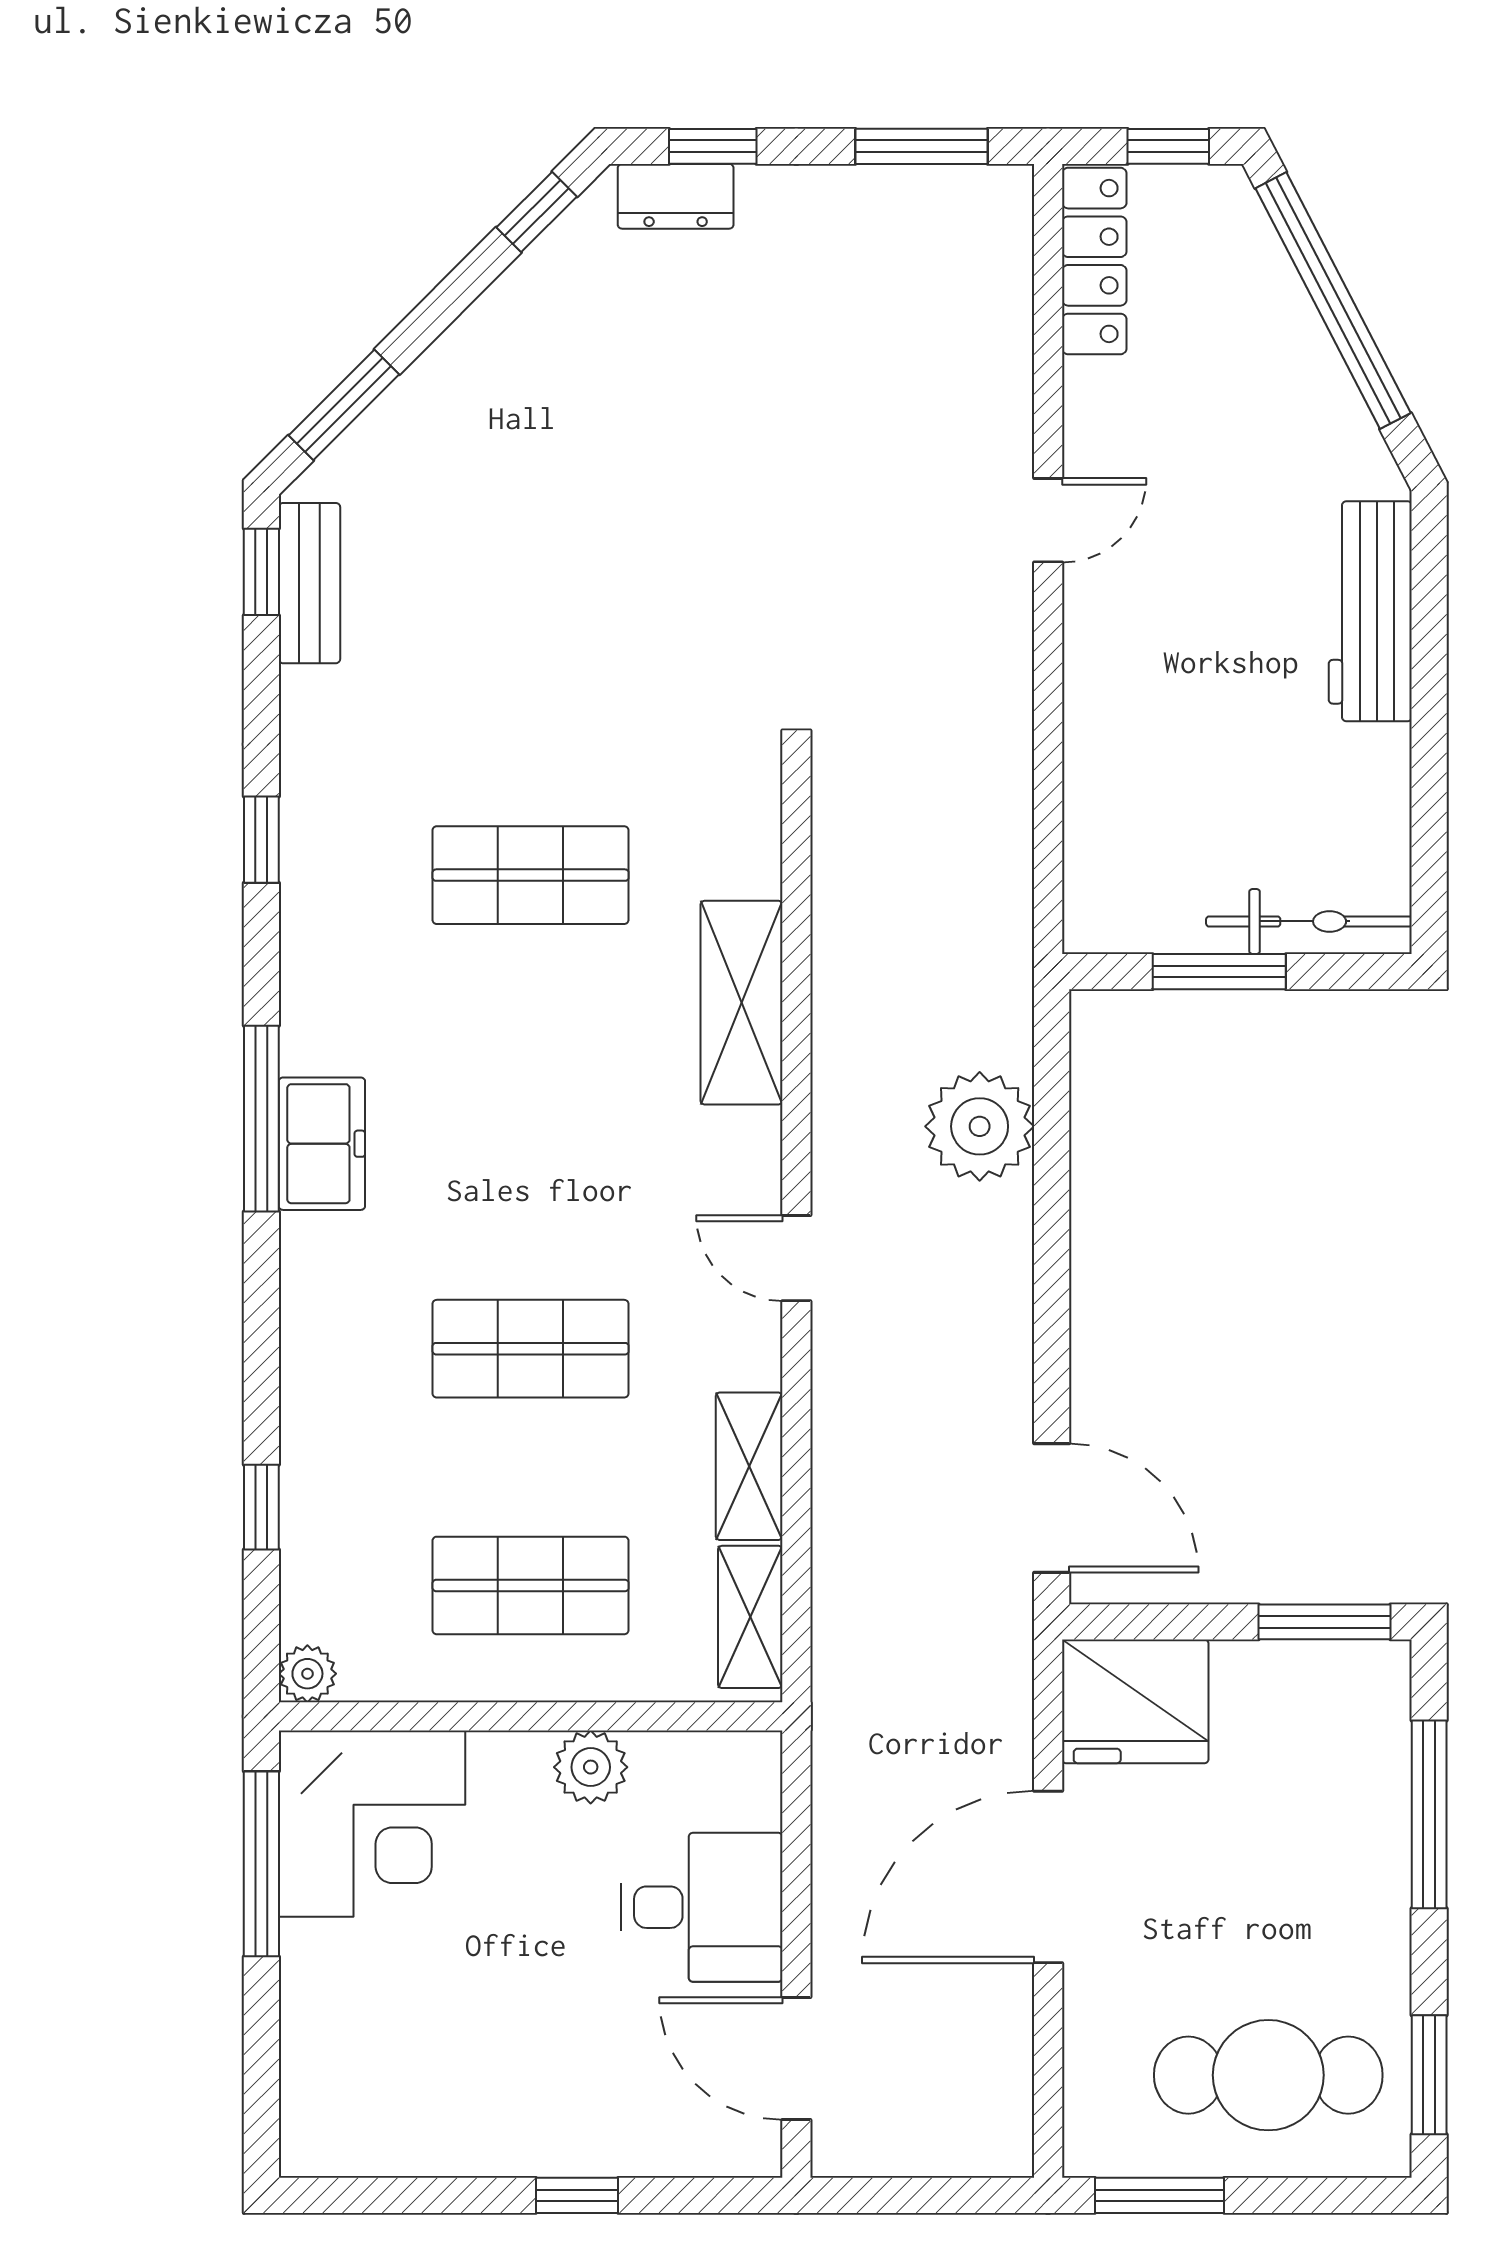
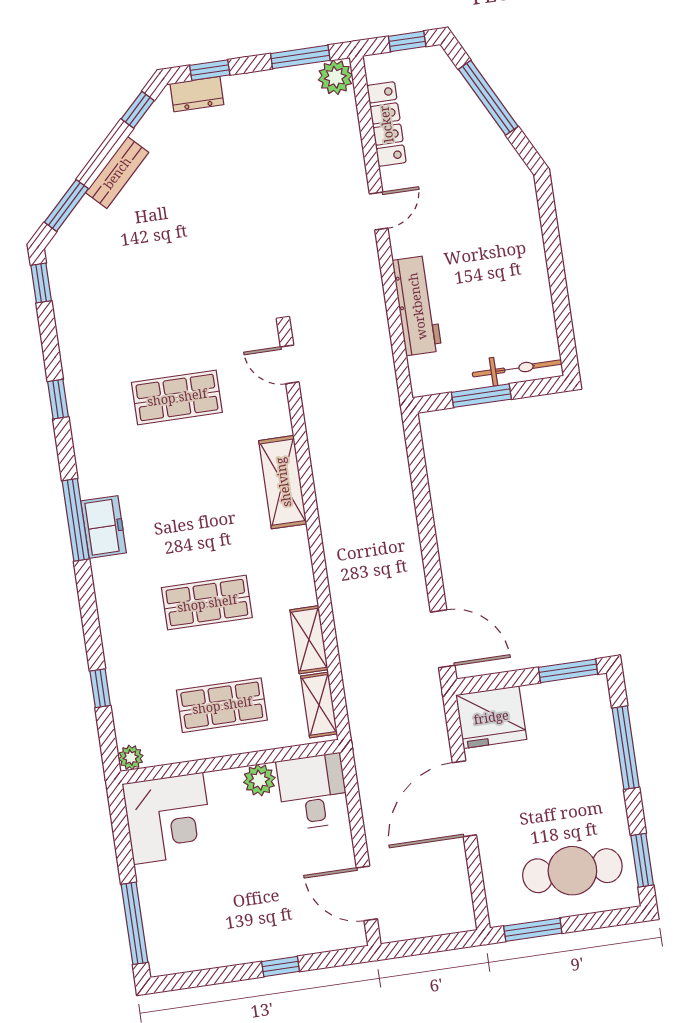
locker: (1094, 261) -> (386, 124), moved
window: (1333, 301) -> (488, 98), width x0.68
bench: (309, 583) -> (117, 173), moved, turned 45
workbench: (1370, 611) -> (417, 306), moved, turned 180
shelving: (742, 1003) -> (283, 482), moved
plant: (980, 1126) -> (335, 77), moved, width x0.73, depth x0.73
door: (796, 1258) -> (290, 364), moved
window: (261, 1864) -> (135, 923), moved
desk: (702, 1907) -> (313, 792), moved, turned -90

